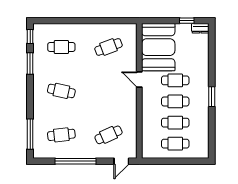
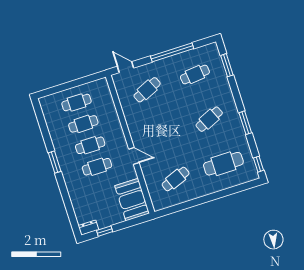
cafe table: (61, 47) -> (223, 164), width x1.37, depth x1.35
booth: (158, 47) -> (132, 200), width x0.73, depth x0.70
window: (30, 63) -> (245, 123), moved
cafe table: (61, 91) -> (209, 119), turned -36
window: (30, 134) -> (227, 65), width x0.69
door: (121, 161) -> (125, 67), hinge flipped

